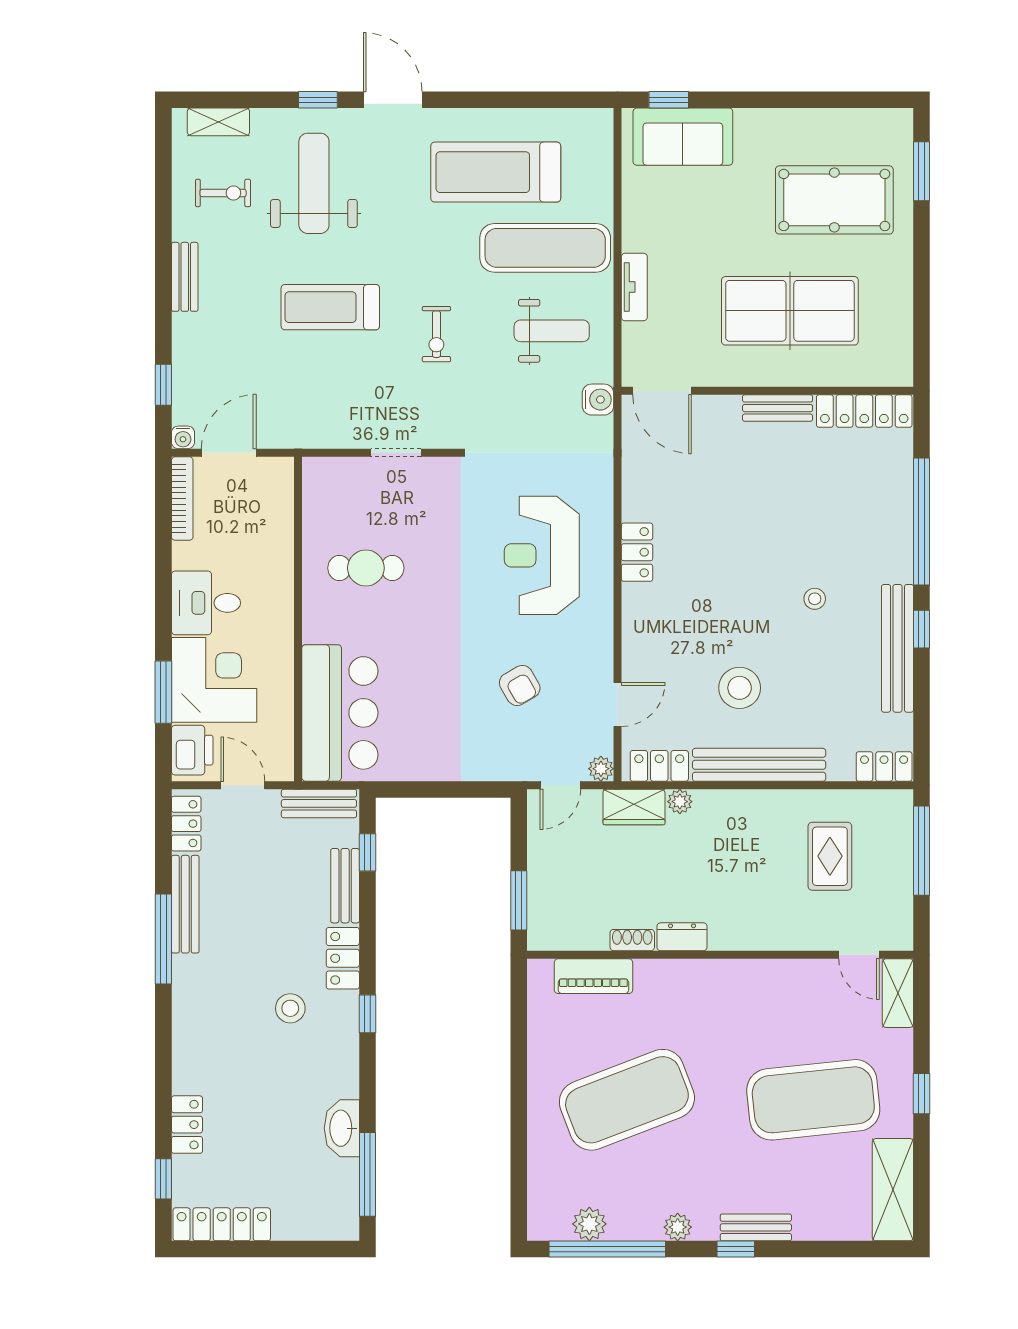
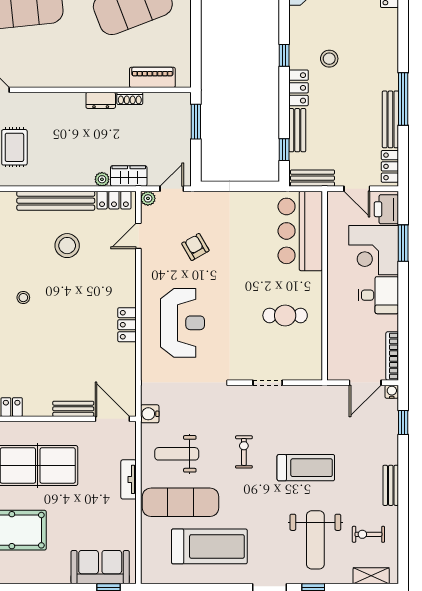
bench: (778, 408) -> (73, 409), moved

